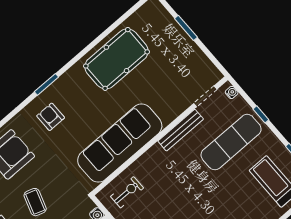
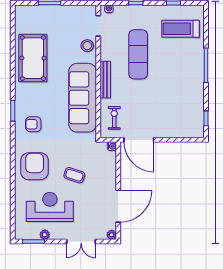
stool: (176, 103) -> (87, 46), added
bench: (181, 130) -> (105, 80), moved
exercise mat: (231, 142) -> (138, 54), moved

